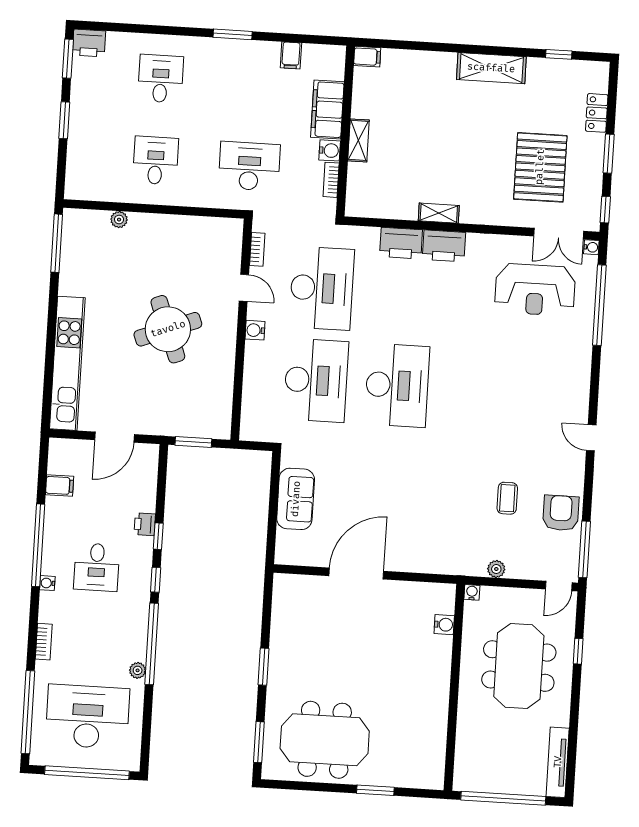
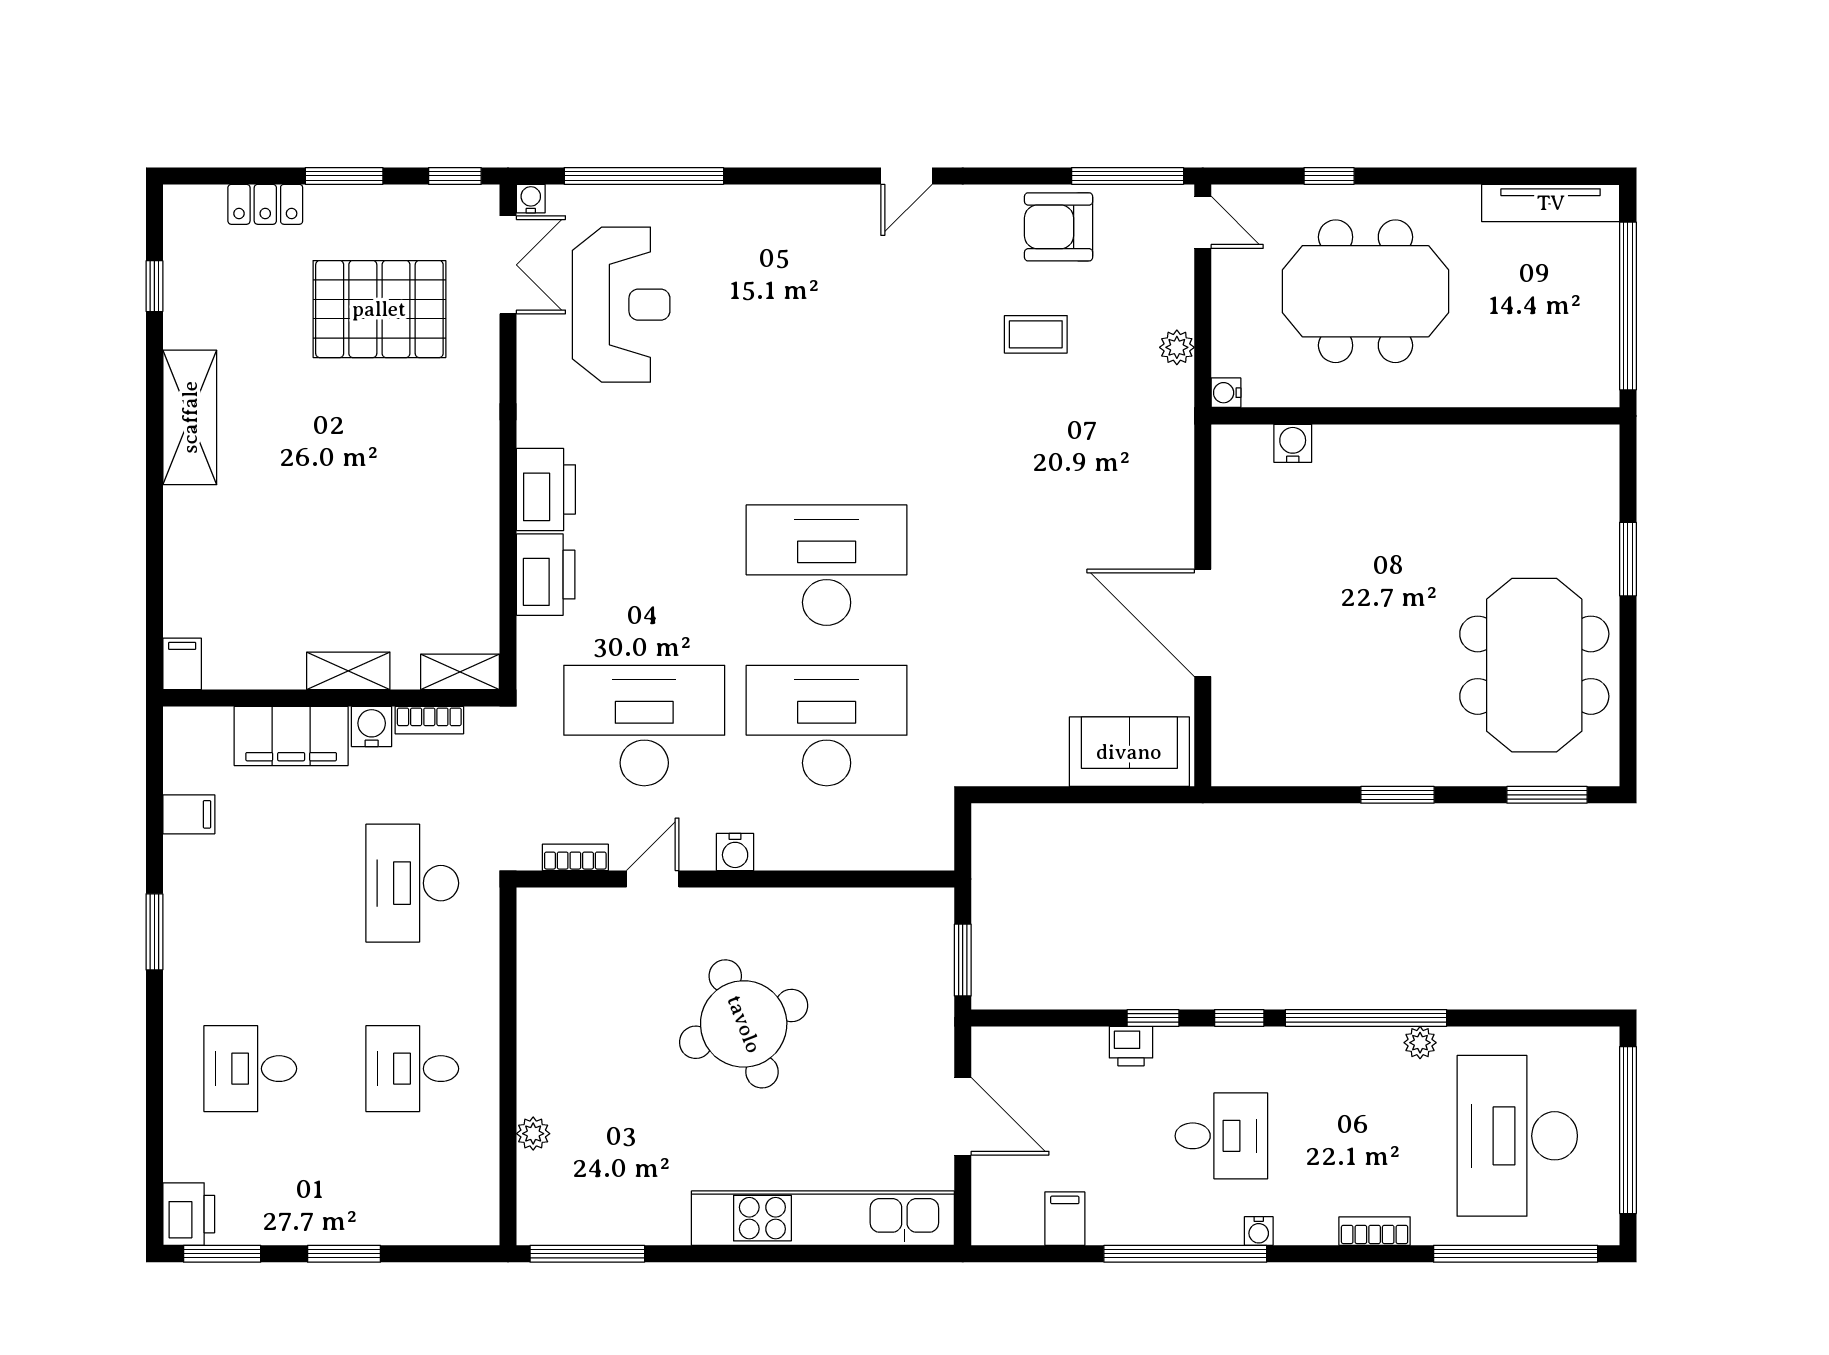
shelving: (439, 213) -> (460, 672), moved, turned 90
sofa: (296, 499) -> (1129, 752), moved

